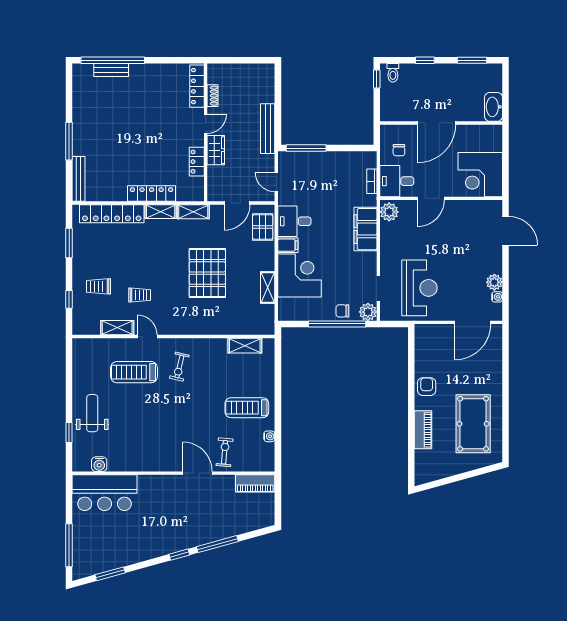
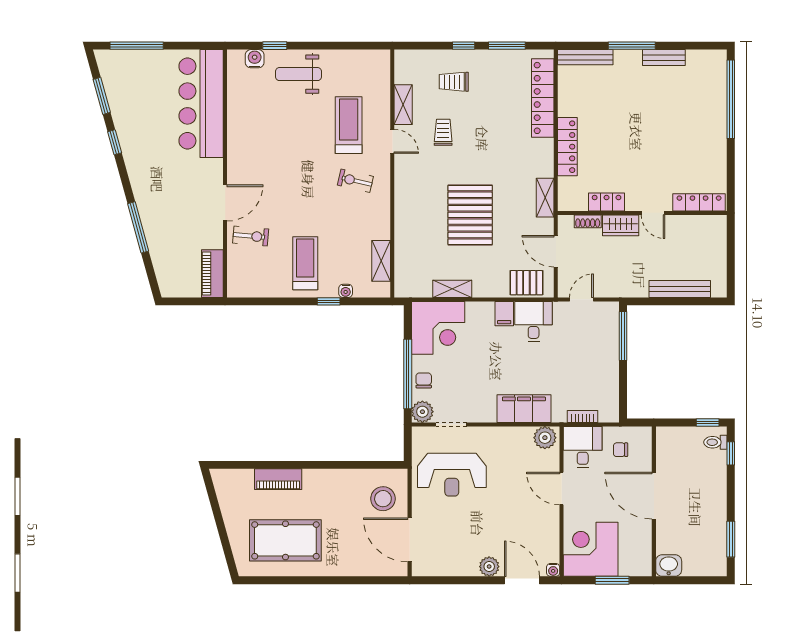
window: (425, 60) -> (731, 453), moved
bench: (111, 70) -> (664, 58), moved, turned 90
shoe rack: (213, 96) -> (588, 221), moved
washbasin: (494, 107) -> (669, 566), width x0.72
bench: (268, 129) -> (680, 289), moved
window: (506, 157) -> (612, 580), added
shelving: (161, 212) -> (545, 158), removed
door: (506, 231) -> (522, 580), swing flipped
pallet: (207, 273) -> (470, 215), turned 90
corner desk: (300, 276) -> (438, 328), moved
plant: (494, 282) -> (489, 567), moved
trolley: (99, 286) -> (454, 82), turned -90
trolley: (140, 295) -> (443, 132), turned 180
water cooler: (497, 297) -> (553, 570), moved
window: (69, 299) -> (464, 46), moved
door: (147, 337) -> (392, 141), hinge flipped
stool: (439, 344) -> (383, 499), added
armchair: (427, 387) -> (331, 484), removed
window: (278, 389) -> (329, 301), added
weight bench: (92, 413) -> (298, 74), turned 180
water cooler: (269, 436) -> (346, 291), moved
water cooler: (99, 464) -> (255, 59), moved, turned 90
bar counter: (105, 493) -> (201, 103), width x1.36
window: (179, 555) -> (115, 142), moved

